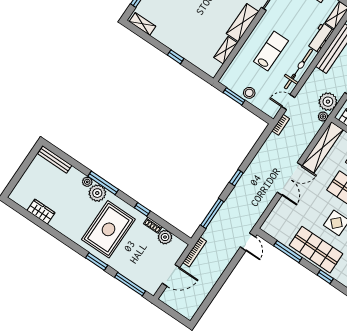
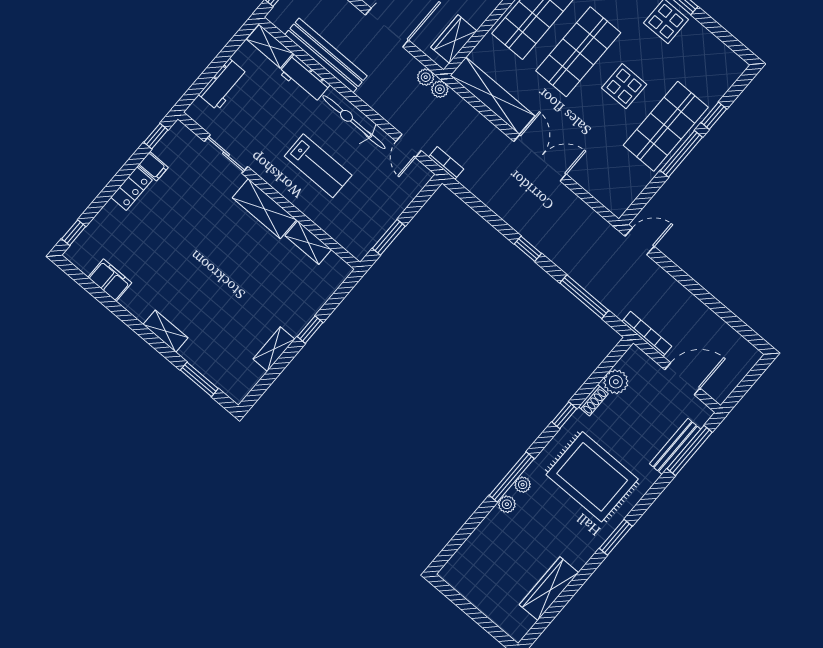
shelving: (142, 24) -> (274, 349), moved
lab bench: (271, 51) -> (318, 166), turned 180
stool: (249, 93) -> (385, 211), removed
plant: (328, 102) -> (426, 77), width x0.53, depth x0.53
bench: (55, 160) -> (675, 446), moved
plant: (97, 193) -> (523, 485), width x0.53, depth x0.53
wardrobe: (41, 212) -> (549, 589), width x1.50
window: (288, 252) -> (681, 154), moved
window: (97, 262) -> (616, 537), moved
door: (171, 275) -> (682, 379), hinge flipped

